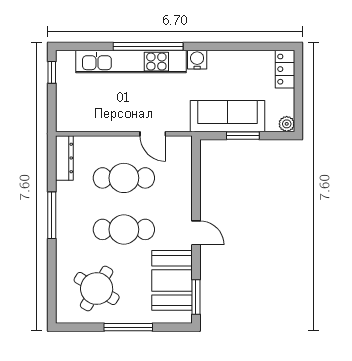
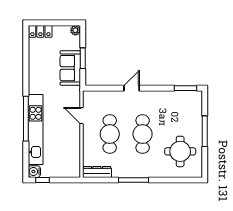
water cooler: (197, 60) -> (34, 172), moved
sofa: (227, 116) -> (70, 68), width x0.73
door: (153, 134) -> (81, 116), swing flipped
door: (196, 233) -> (132, 88), moved
booth: (172, 280) -> (175, 103), removed
round table: (97, 289) -> (180, 151), turned -31

